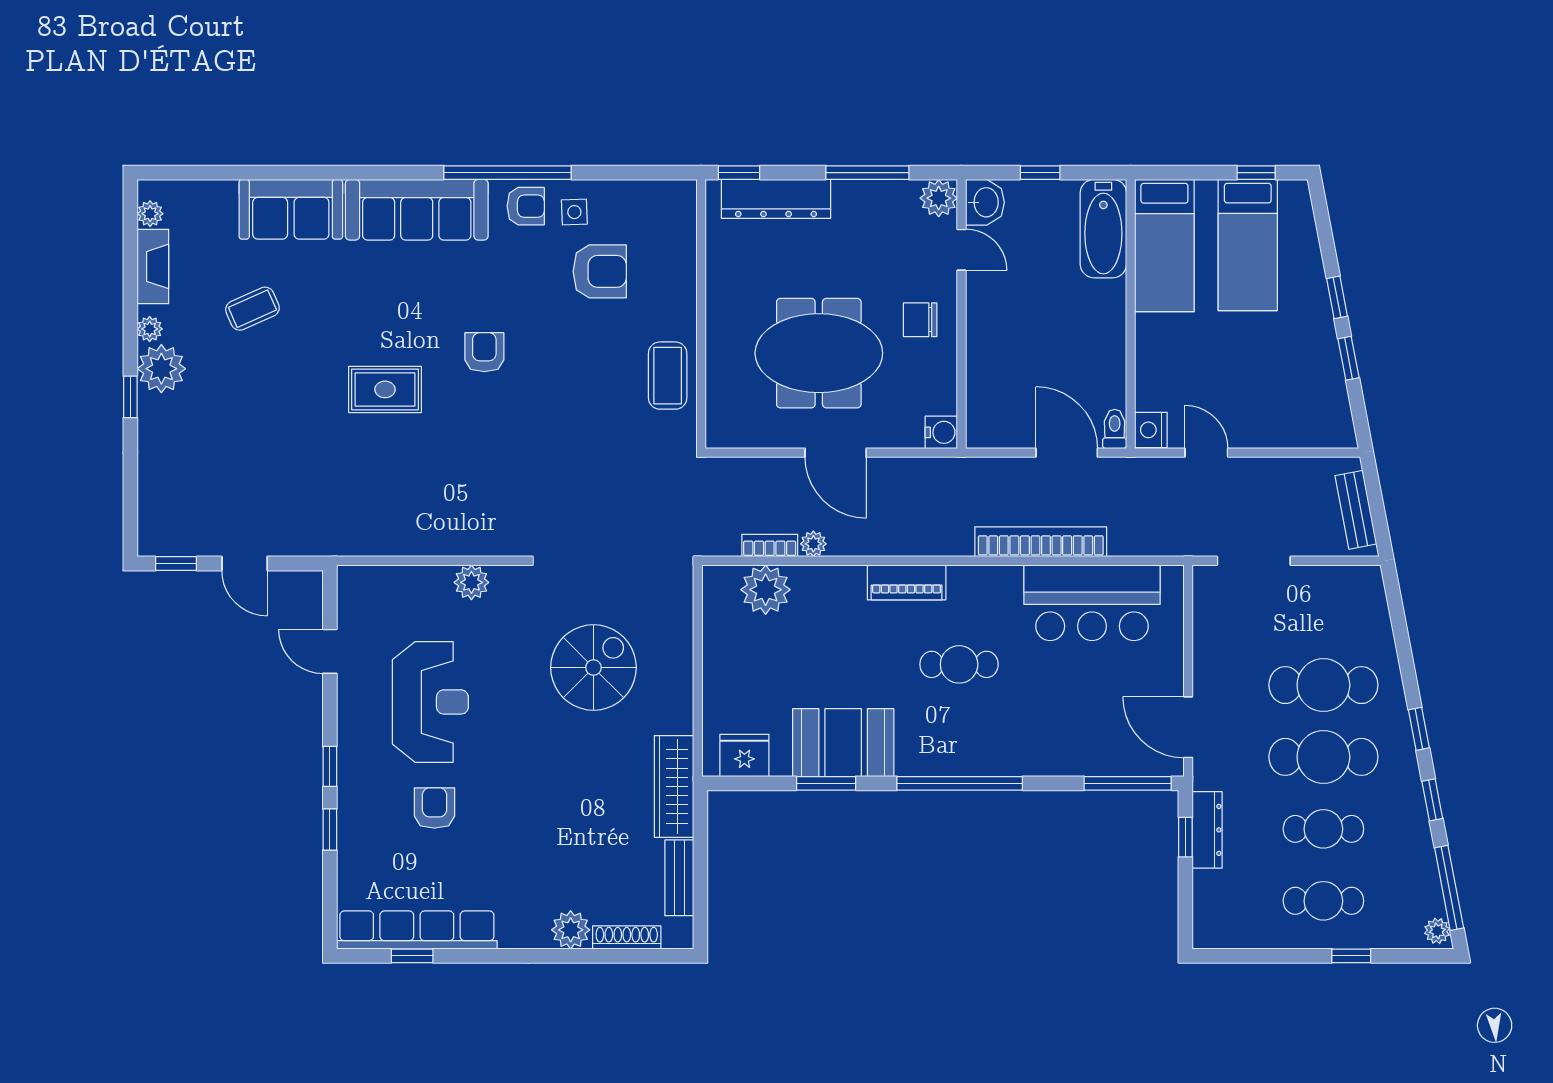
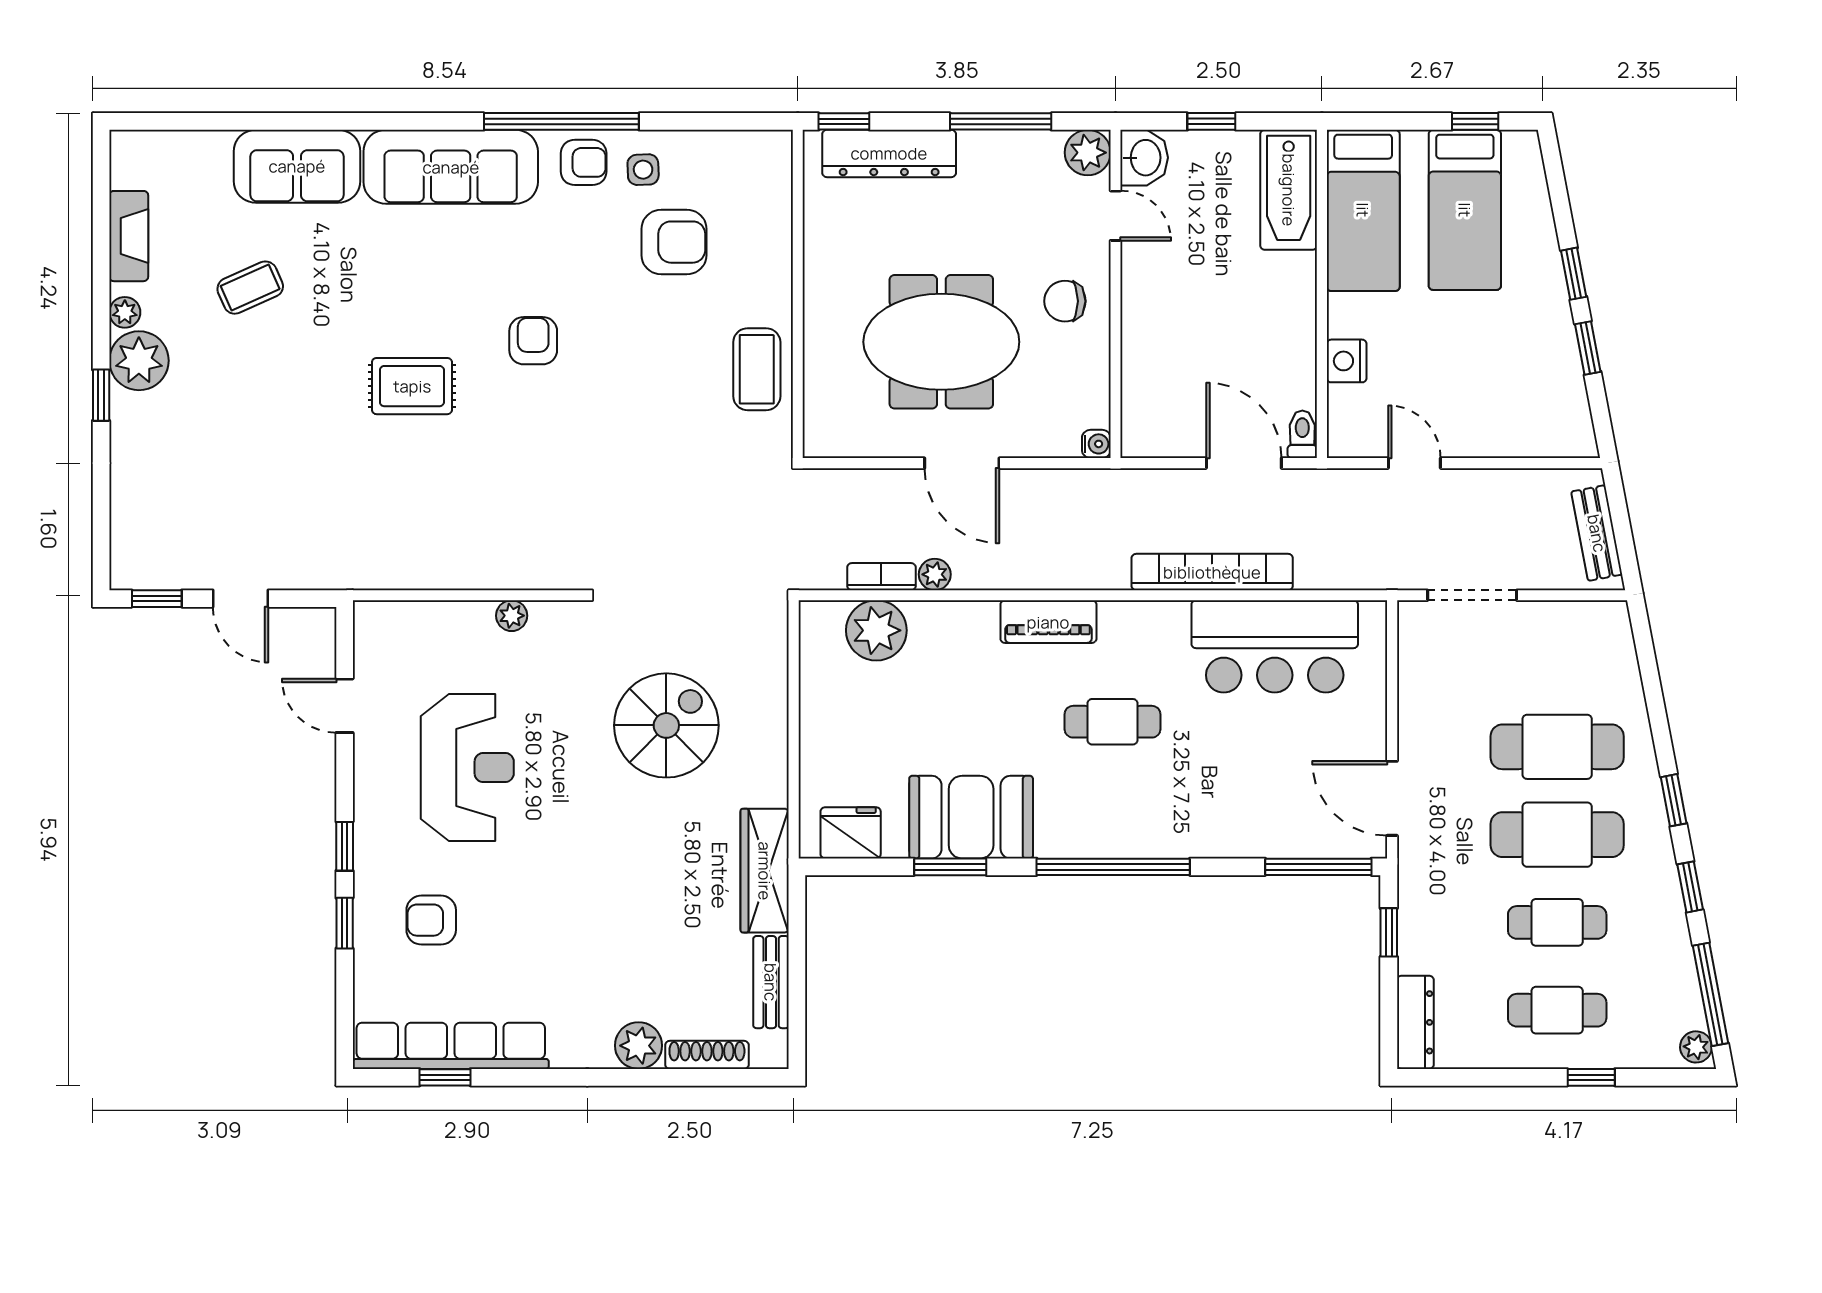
plant: (150, 214) -> (125, 172), removed
nightstand: (1151, 430) -> (1347, 361), moved
water cooler: (941, 432) -> (1096, 444), width x0.72, depth x0.72
plant: (471, 582) -> (512, 616), width x0.73, depth x0.73
armchair: (434, 808) -> (431, 920), moved, turned -90
dresser: (1207, 830) -> (1415, 1022), moved

